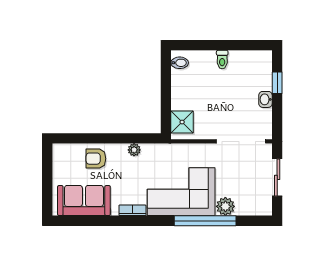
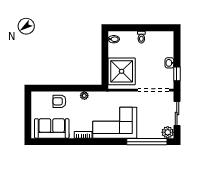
window: (277, 83) -> (177, 74), moved
shower: (182, 122) -> (122, 71), width x1.86, depth x1.86
plant: (225, 206) -> (168, 132), moved
window: (205, 221) -> (147, 142), moved

